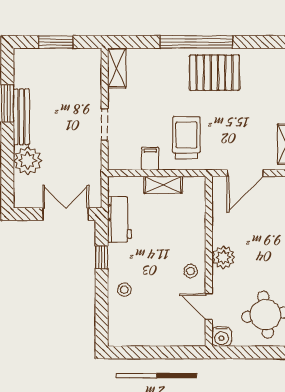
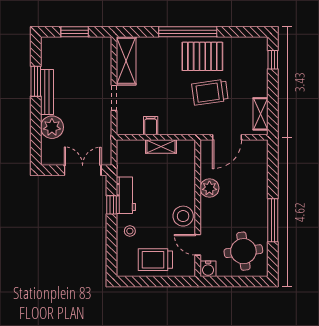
shelving: (117, 68) -> (126, 61), width x1.50, depth x1.33
trolley: (186, 138) -> (210, 92), moved, turned -98
workbench: (119, 219) -> (126, 195), moved
plant: (223, 257) -> (209, 188), moved
stool: (191, 271) -> (183, 216), width x1.89, depth x1.89
trolley: (156, 325) -> (155, 260), added

